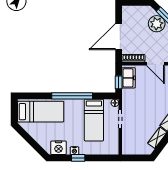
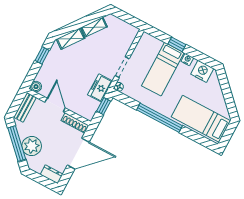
dresser: (130, 10) -> (52, 174), added
freezer: (129, 78) -> (100, 88), moved
bed: (94, 120) -> (163, 69), moved, turned 180
window: (78, 158) -> (177, 44), moved

